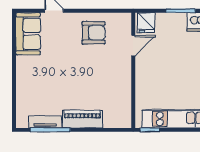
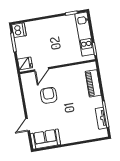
armchair: (94, 33) -> (49, 95), moved
door: (133, 46) -> (42, 69), swing flipped
piano: (82, 119) -> (93, 83), moved

